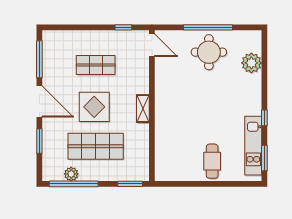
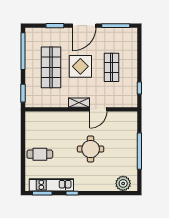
door: (152, 45) -> (98, 109), moved
round table: (209, 52) -> (91, 149), moved
plant: (251, 63) -> (123, 183), moved
plant: (71, 174) -> (30, 49), removed

